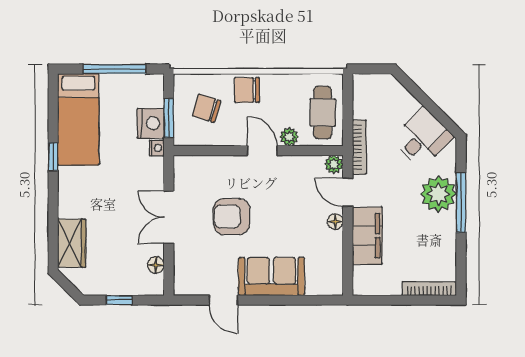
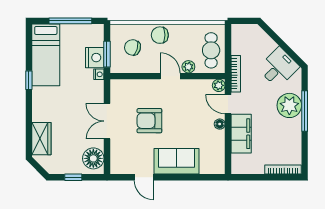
floor lamp: (156, 265) -> (93, 158), width x1.89, depth x1.89

